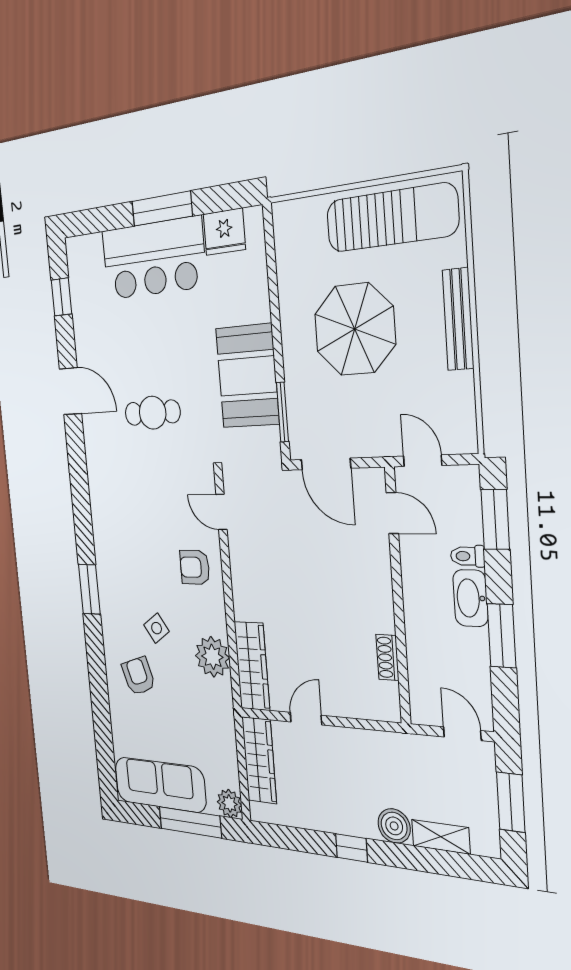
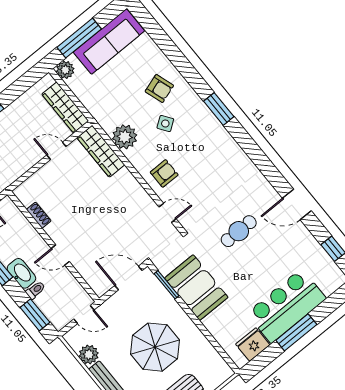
plant: (457, 392) -> (89, 354), added
door: (392, 513) -> (60, 255), moved
door: (306, 719) -> (56, 151), swing flipped

